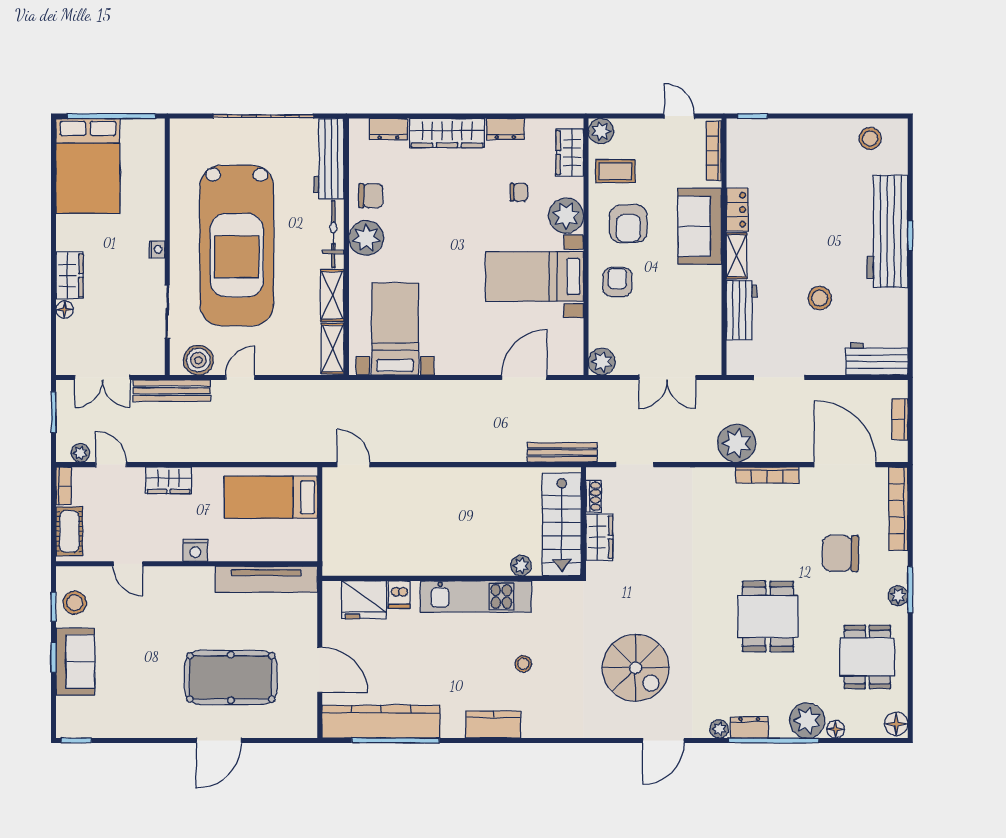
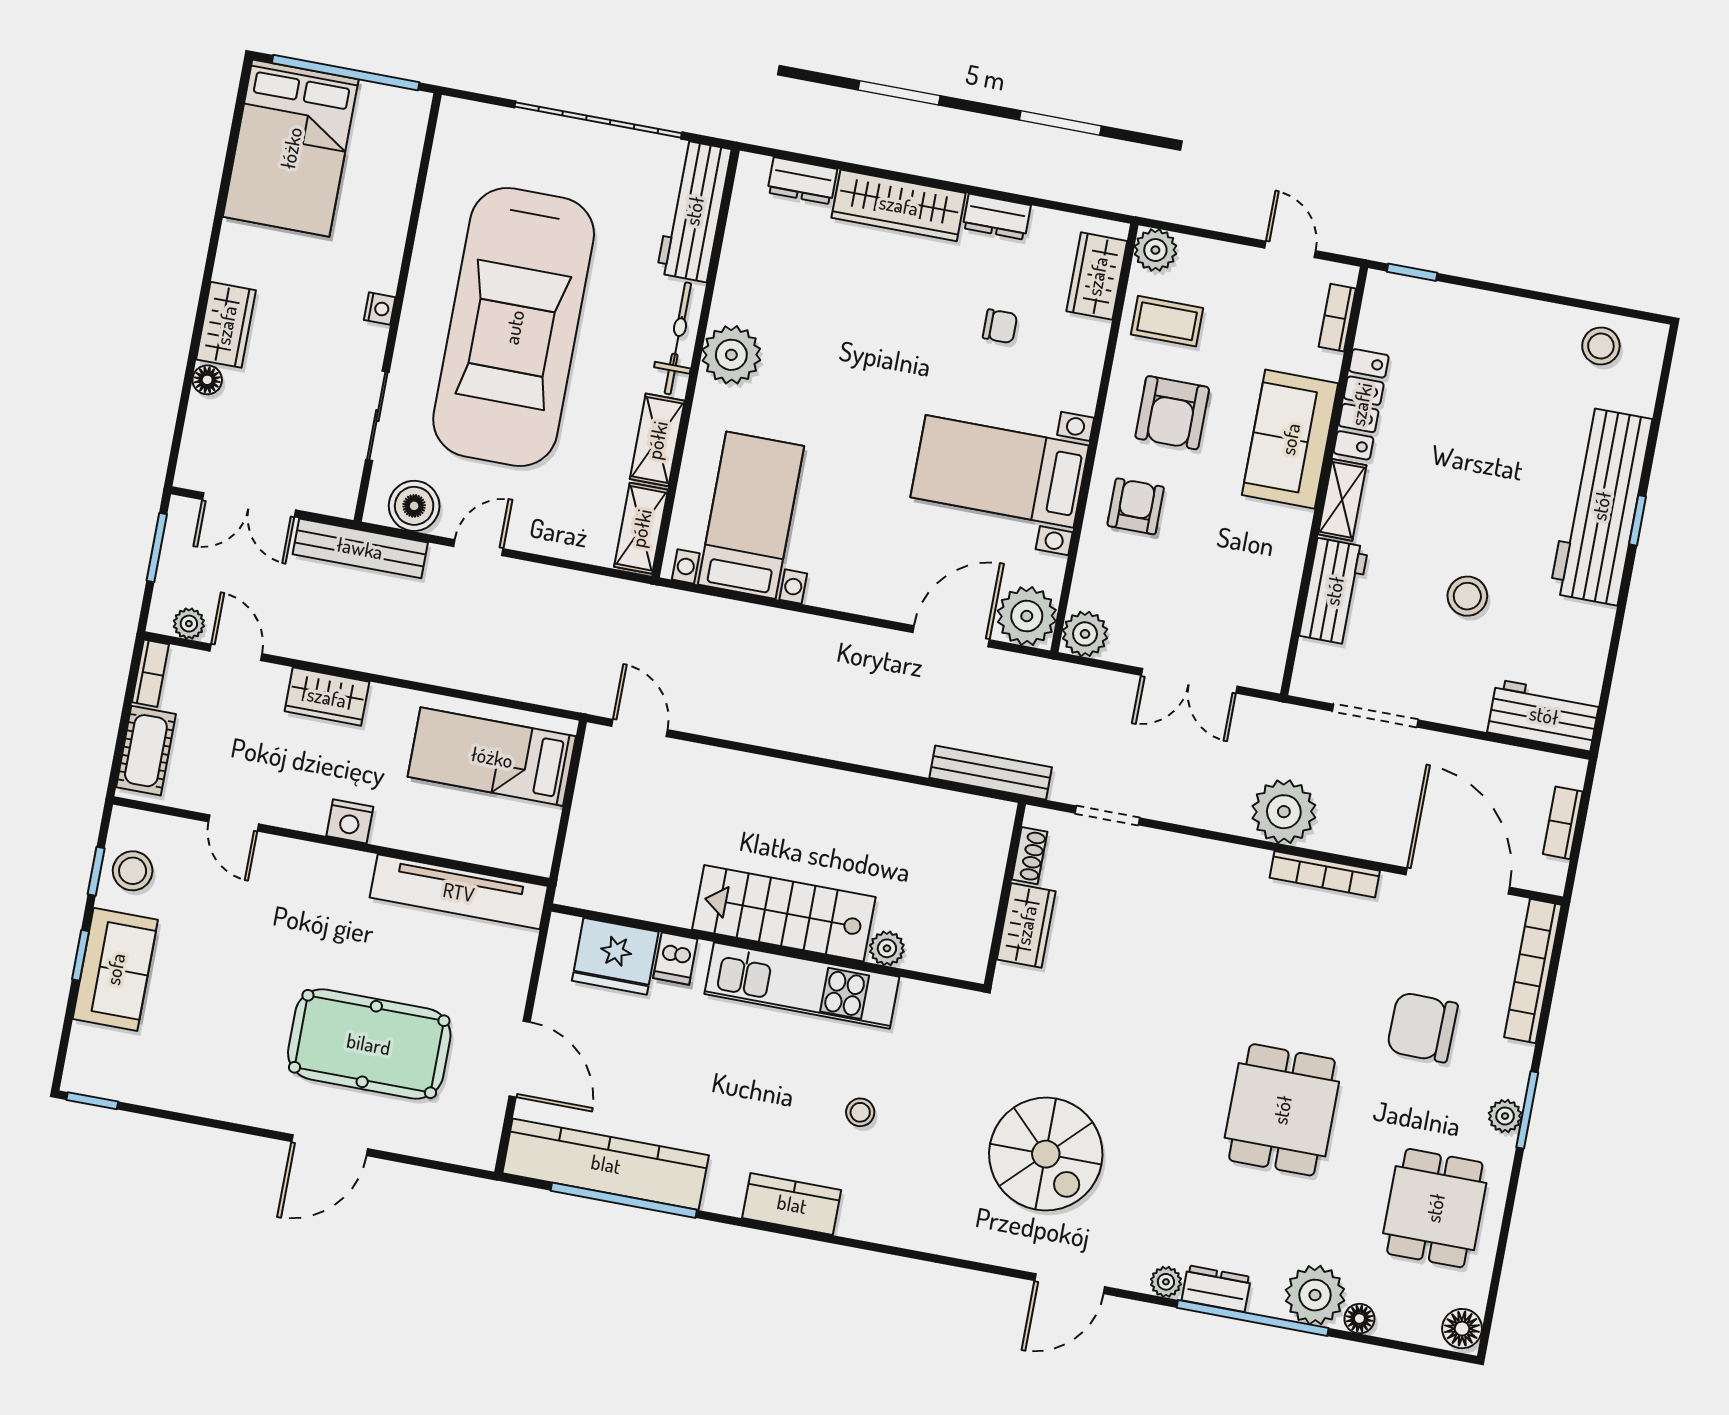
bookcase: (714, 151) -> (1337, 318), width x0.64
chair: (371, 196) -> (752, 286), removed
locker: (737, 210) -> (1361, 404), width x1.53
plant: (566, 216) -> (1027, 616), moved
stairs: (562, 524) -> (784, 913), moved, turned 90

